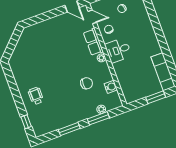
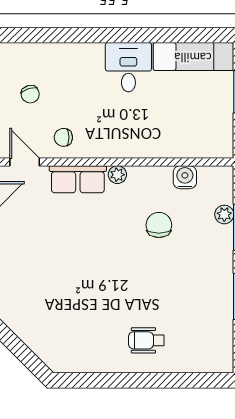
door: (92, 17) -> (25, 162), hinge flipped
desk: (118, 50) -> (128, 67), moved, turned 180
window: (26, 122) -> (193, 380), removed

